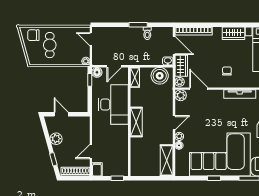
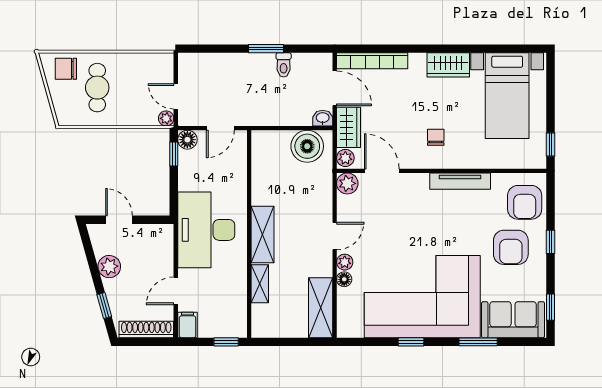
door: (91, 39) -> (176, 96), moved
shelving: (135, 77) -> (260, 284), moved
desk: (113, 104) -> (206, 230), moved, turned 180

